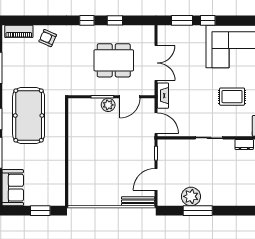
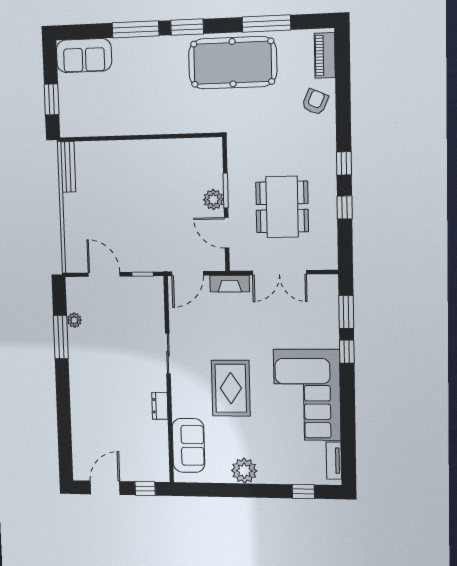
rug: (232, 97) -> (231, 388), width x1.36, depth x1.43
pool table: (29, 115) -> (233, 63), moved
plant: (191, 196) -> (74, 320), width x0.53, depth x0.53
bench: (138, 201) -> (68, 167), moved

